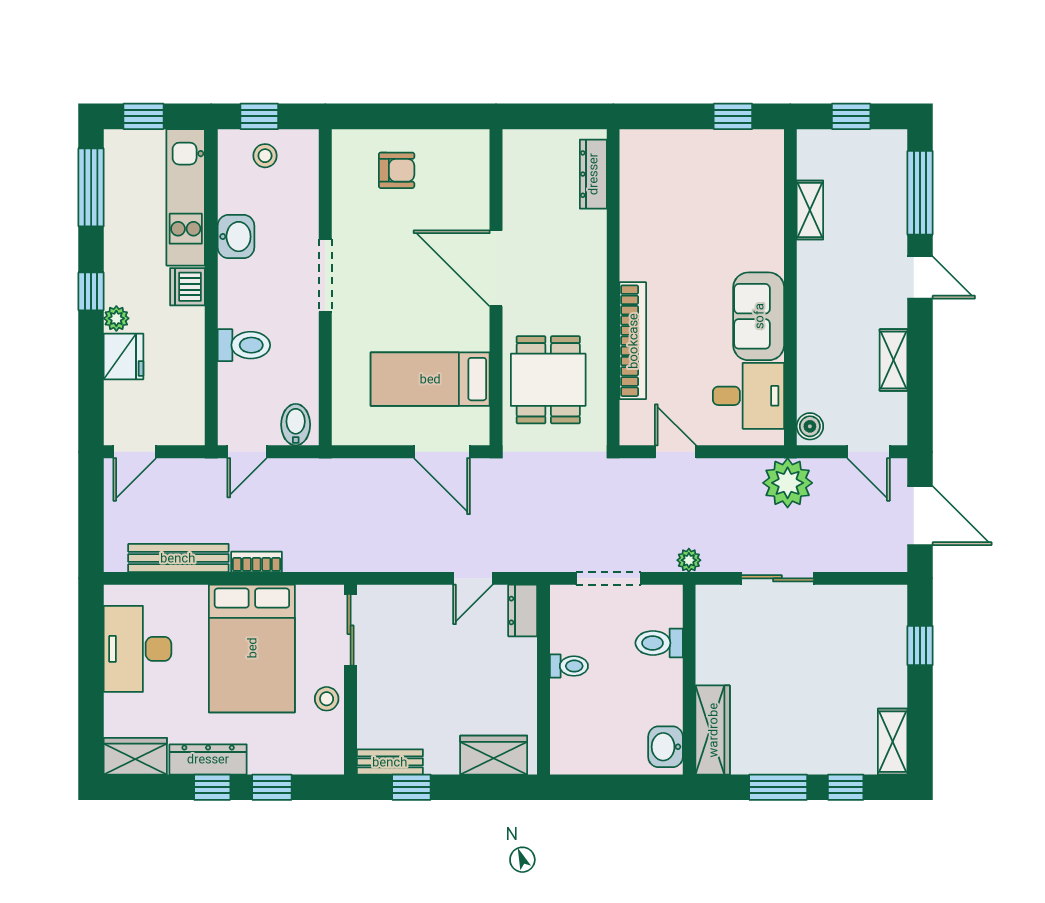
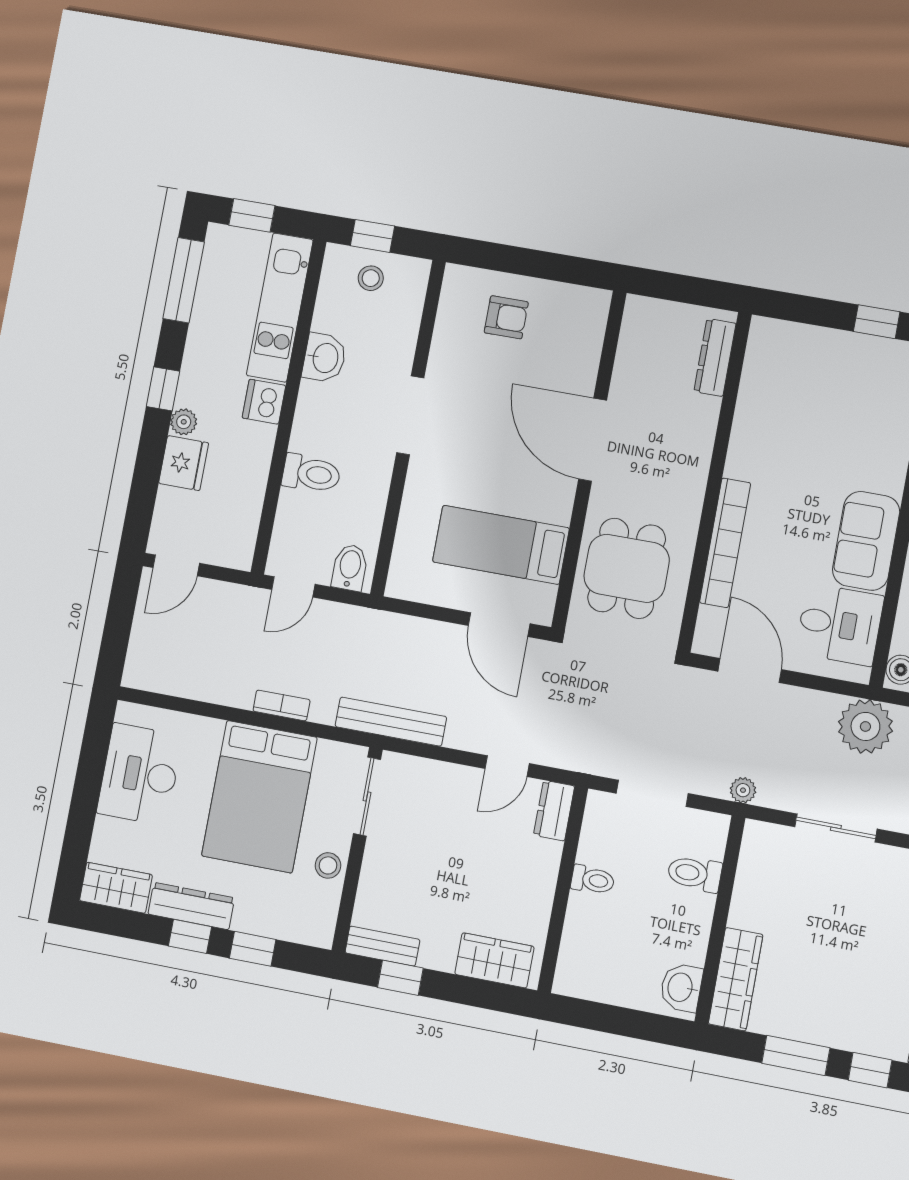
door: (675, 452) -> (750, 670), width x1.38
bench: (178, 558) -> (391, 722), moved

